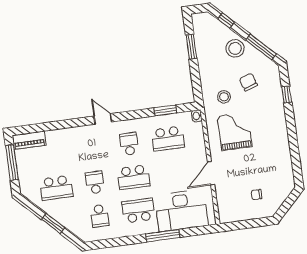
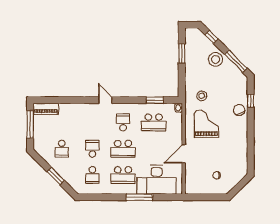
chair: (248, 82) -> (239, 110), moved
school desk: (56, 188) -> (62, 149), width x0.54
school desk: (138, 211) -> (123, 175), turned 180

